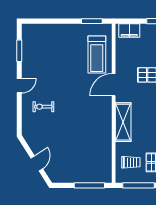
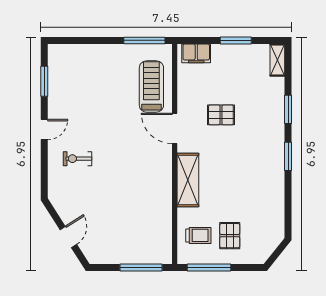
window: (92, 21) -> (144, 40), width x1.44
treadmill: (97, 54) -> (151, 86), turned 180
door: (114, 85) -> (175, 128), hinge flipped

